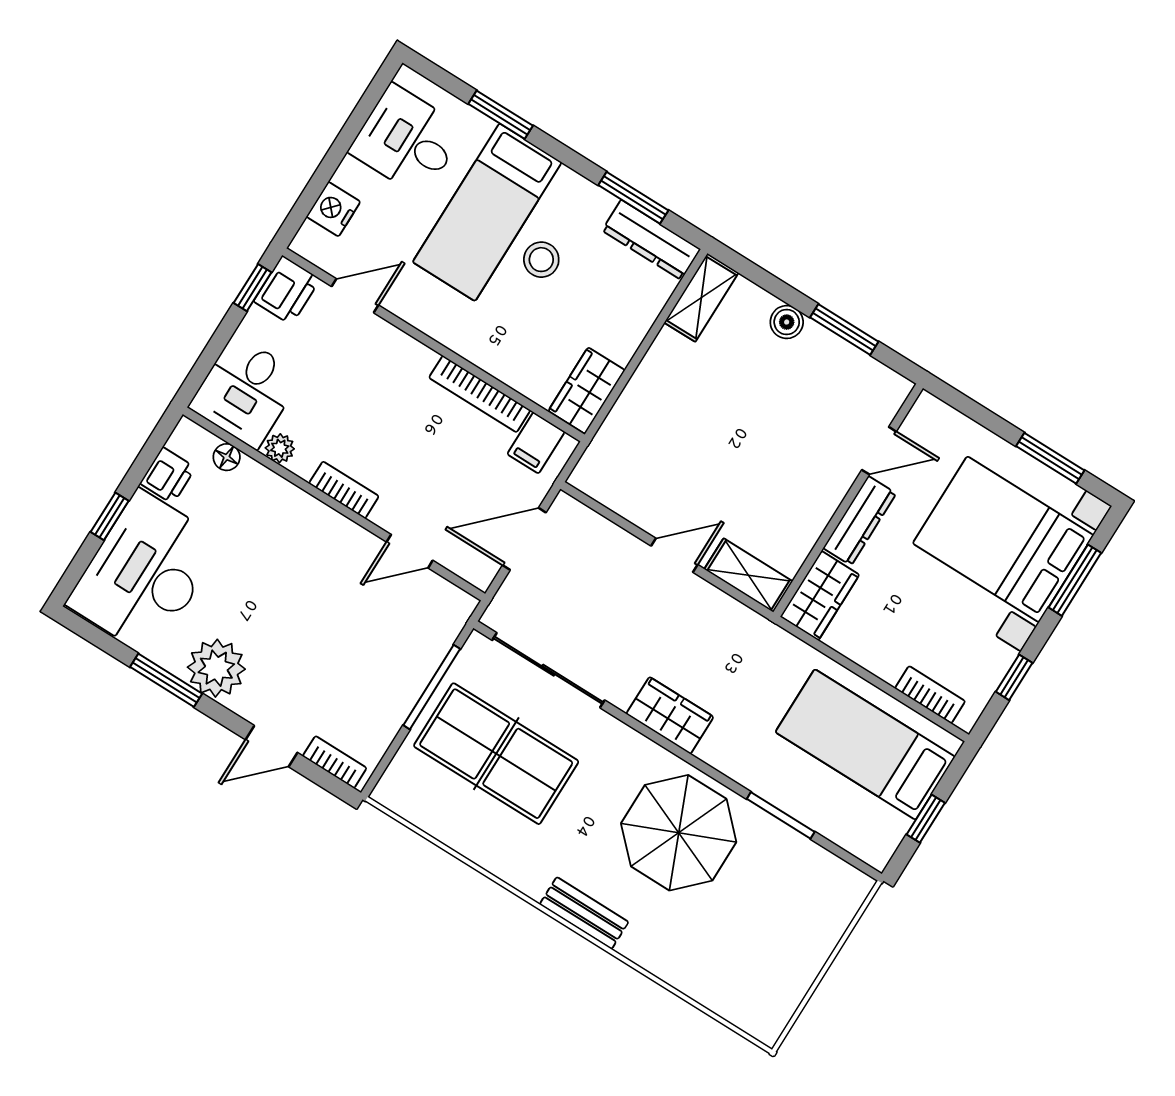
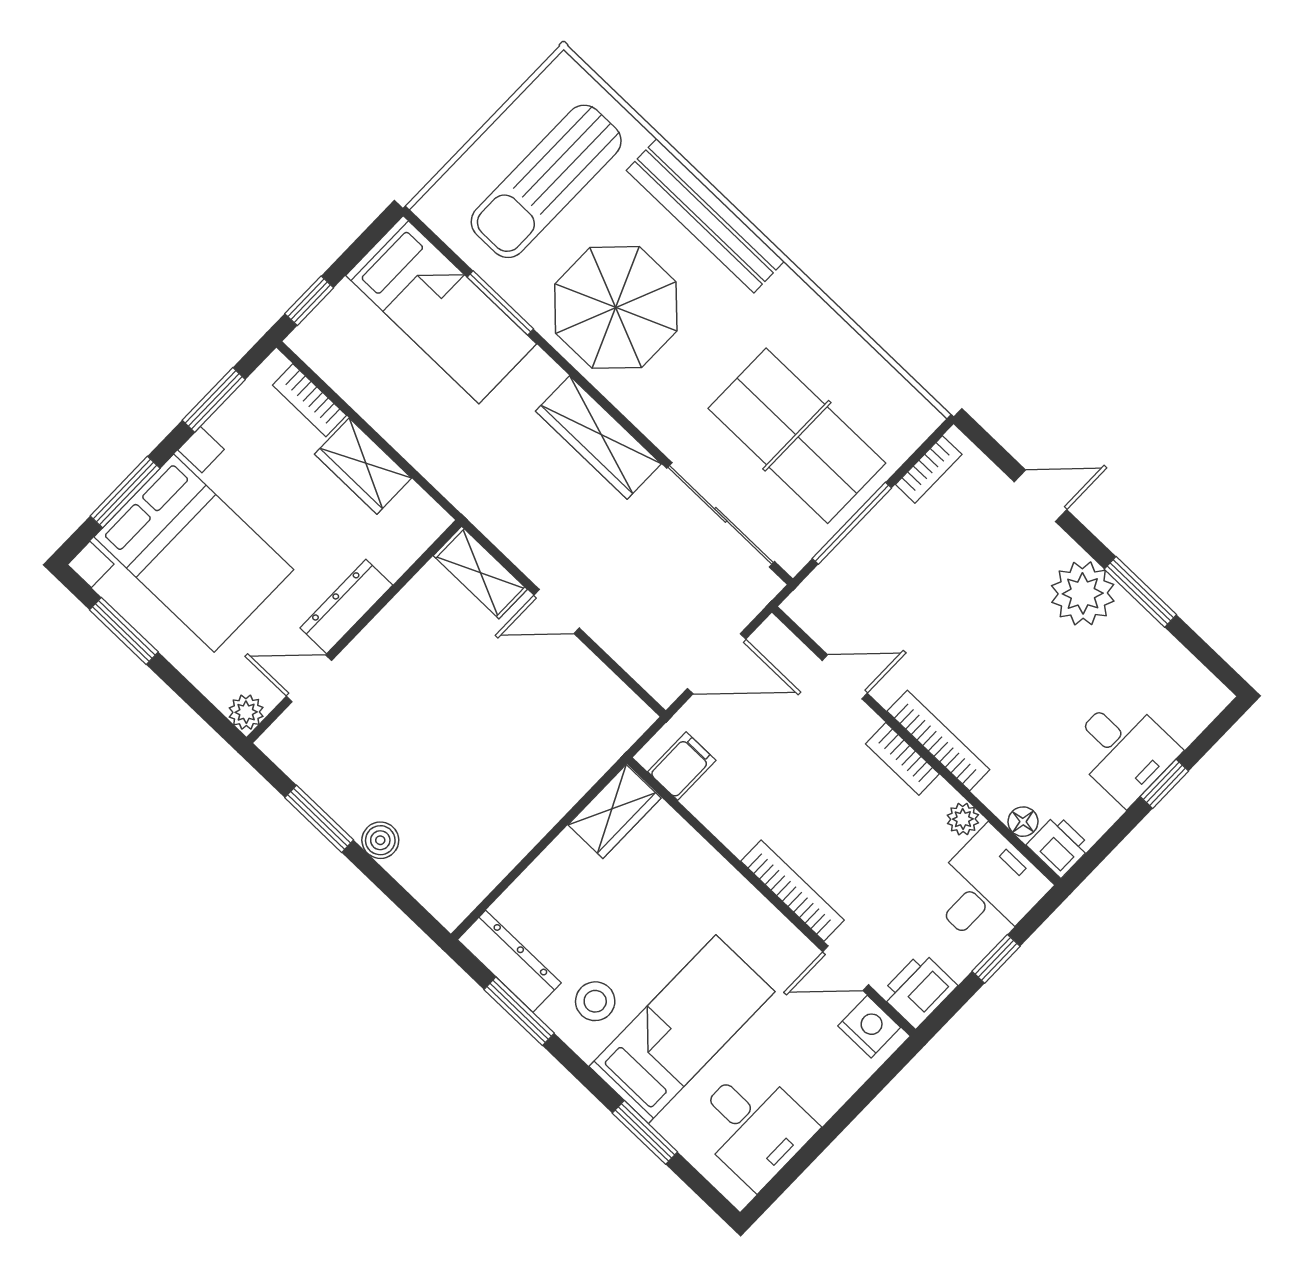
nightstand: (333, 209) -> (869, 1027), moved, turned -90
stool: (541, 260) -> (595, 1001), moved
window: (253, 288) -> (996, 959), moved
shelving: (701, 298) -> (468, 887), removed
bookcase: (480, 394) -> (793, 891), moved
plant: (928, 410) -> (246, 712), added
printer: (168, 475) -> (1059, 846), moved, turned 90
bookcase: (316, 513) -> (938, 740), added
desk: (145, 573) -> (1123, 749), width x0.53, depth x0.77
wardrobe: (820, 596) -> (363, 466), moved, turned -90
window: (1014, 677) -> (214, 400), width x1.50
wardrobe: (670, 715) -> (598, 438), width x1.50
bed: (865, 744) -> (441, 310), moved
bookcase: (335, 762) -> (929, 469), moved, turned -90
window: (926, 819) -> (309, 301), moved
bench: (584, 913) -> (705, 216), width x1.86, depth x1.21
sun lounger: (763, 930) -> (546, 181), added

